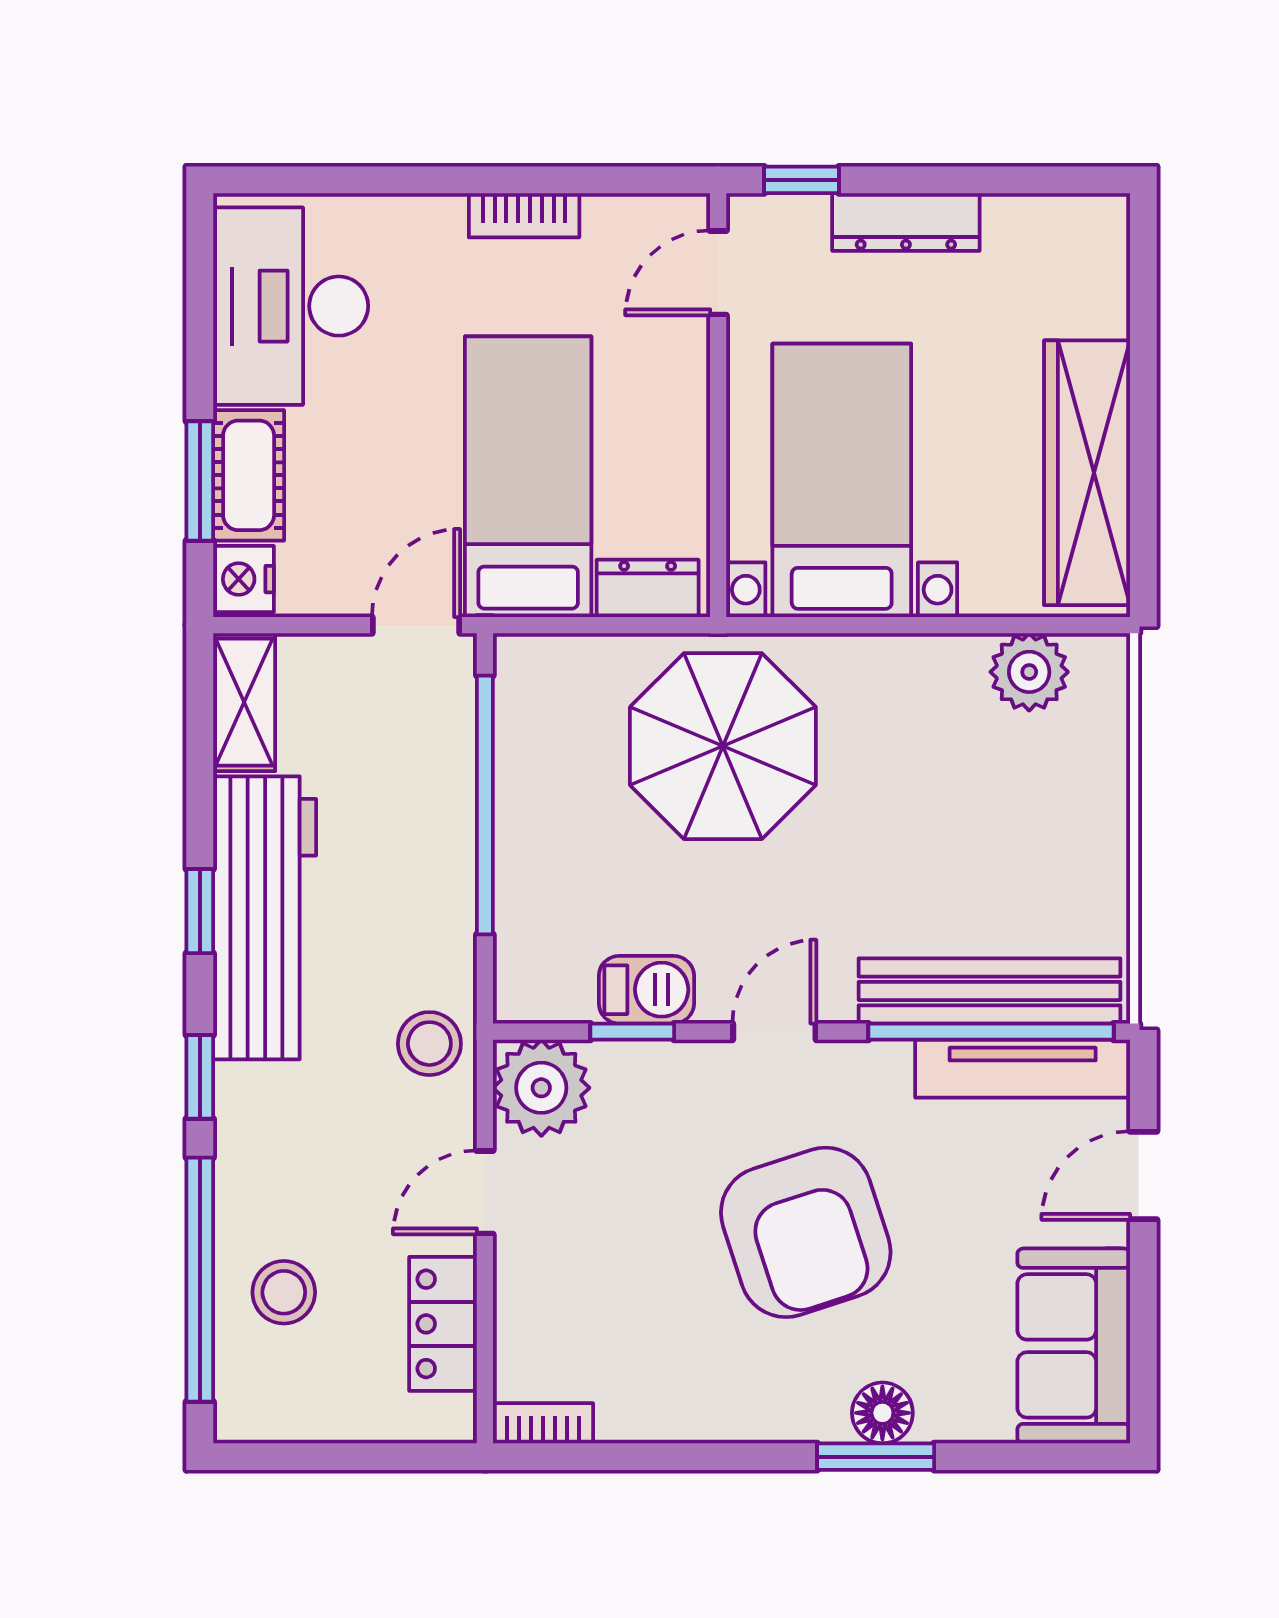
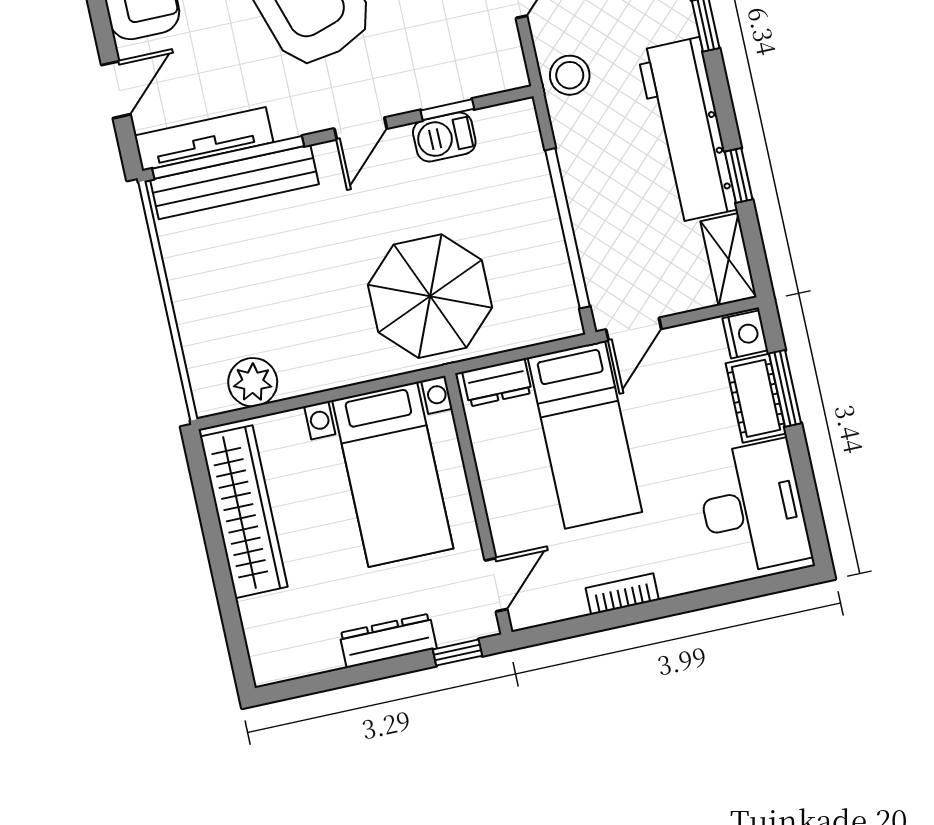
window: (200, 911) -> (739, 175), moved
plant: (541, 1088) -> (495, 63), removed

